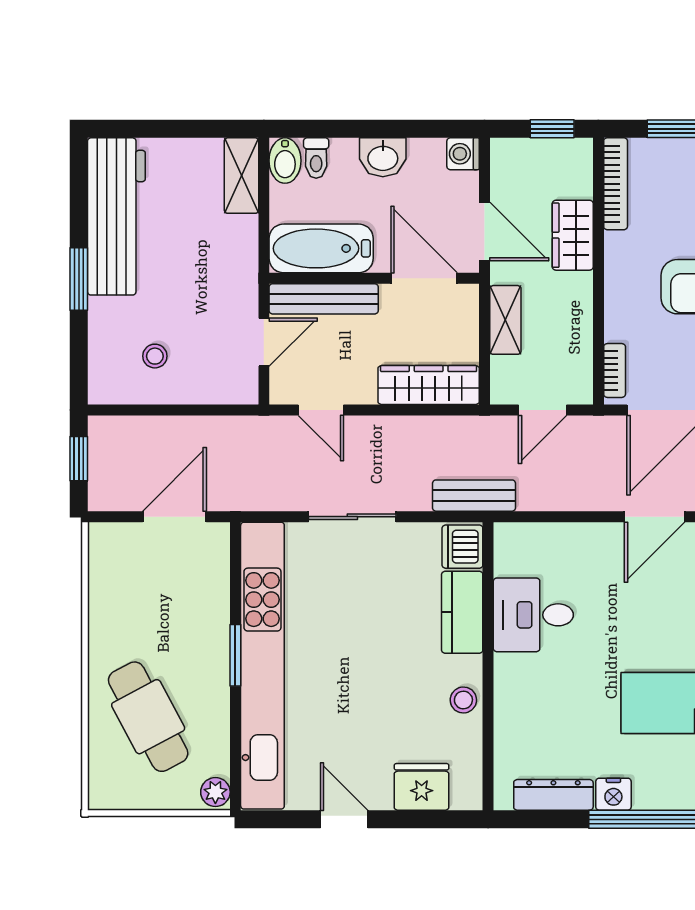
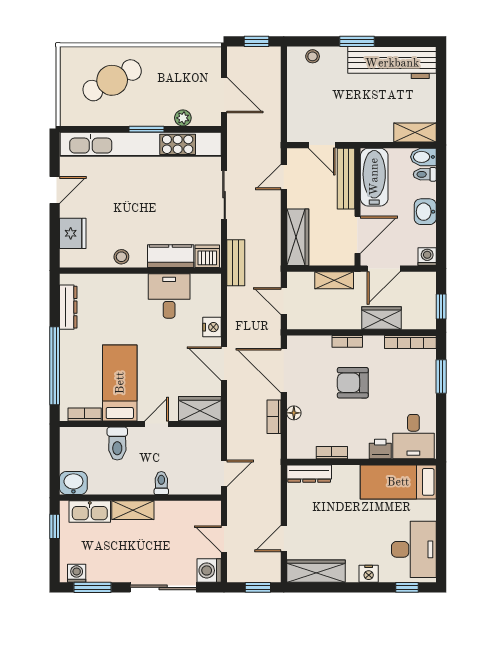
stool: (155, 356) -> (313, 56), moved
bookcase: (615, 370) -> (347, 341), moved
plant: (215, 792) -> (183, 118), moved
nightstand: (613, 794) -> (212, 327), moved, turned 180

